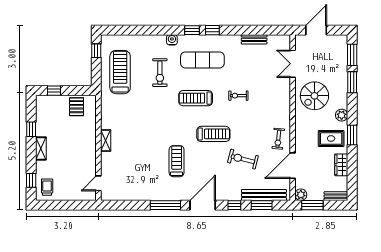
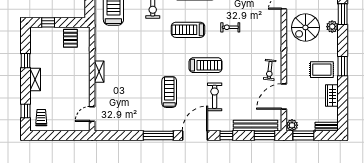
plant: (342, 115) -> (332, 27), moved
exercise bike: (243, 159) -> (215, 97), moved, turned 76
window: (262, 205) -> (265, 135), moved

